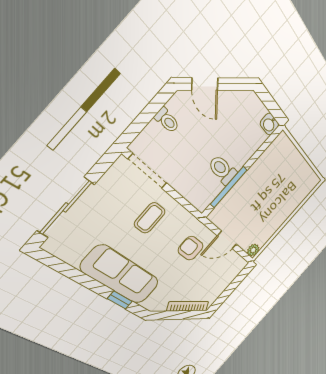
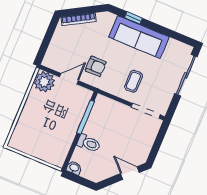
toilet: (167, 120) -> (145, 144), removed
toilet: (223, 170) -> (89, 143), moved
plant: (253, 250) -> (44, 82), width x1.88, depth x1.88

